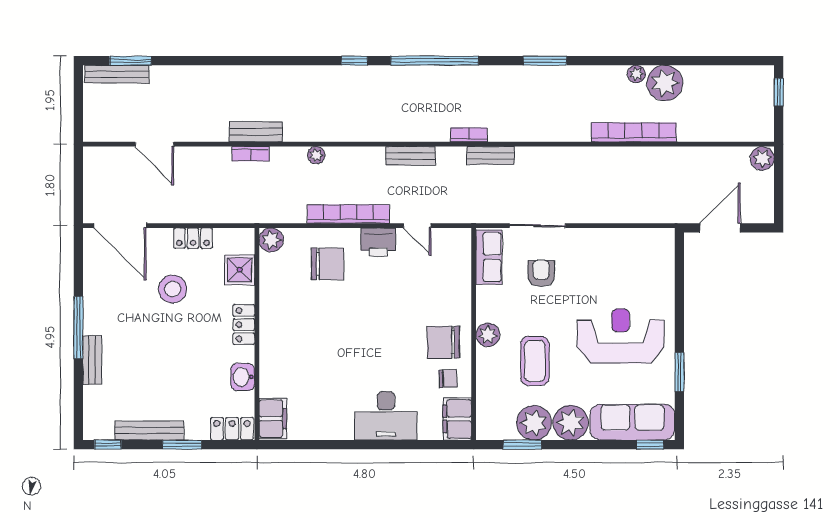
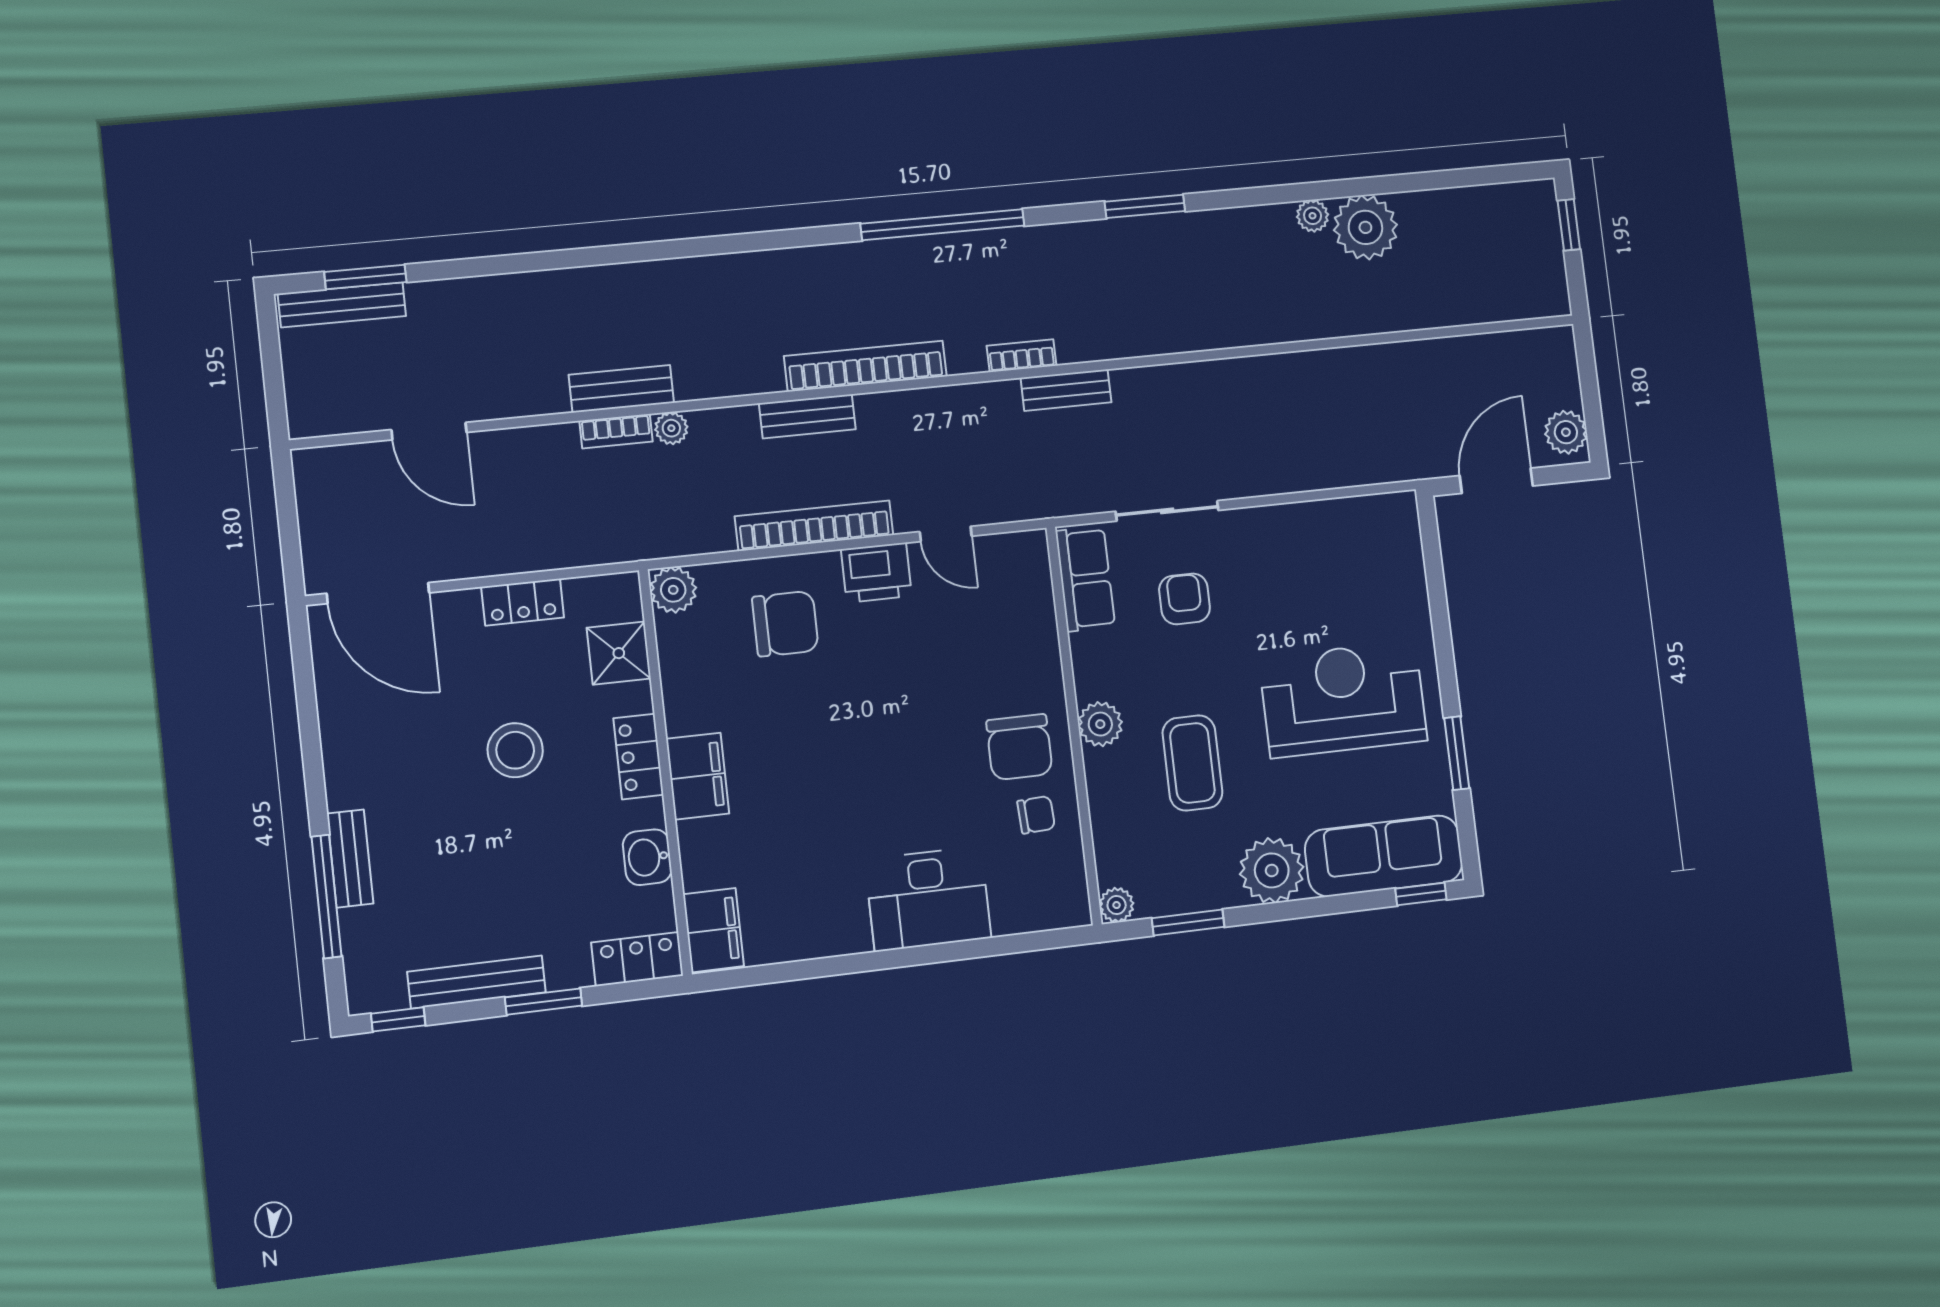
window: (354, 61) -> (793, 238), removed
bookcase: (634, 132) -> (866, 366), moved
plant: (316, 155) -> (671, 428), moved
bench: (411, 156) -> (807, 416), moved
plant: (762, 158) -> (1566, 432), moved
stool: (173, 289) -> (515, 750), moved
window: (78, 328) -> (326, 896), moved
chair: (443, 342) -> (1019, 747), turned -90
filing cabinet: (457, 419) -> (698, 776), moved, turned 180
plant: (534, 423) -> (1117, 905), moved, width x0.53, depth x0.53

